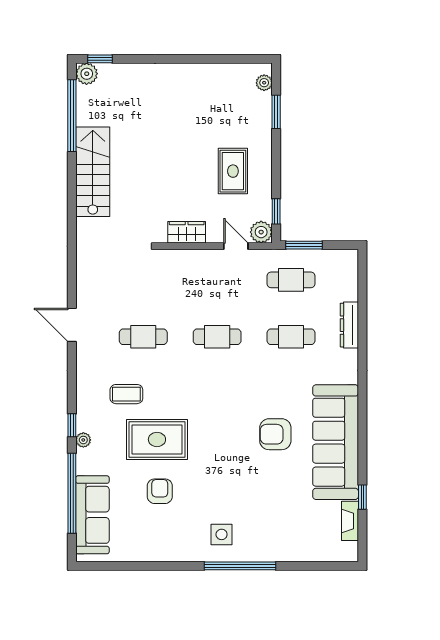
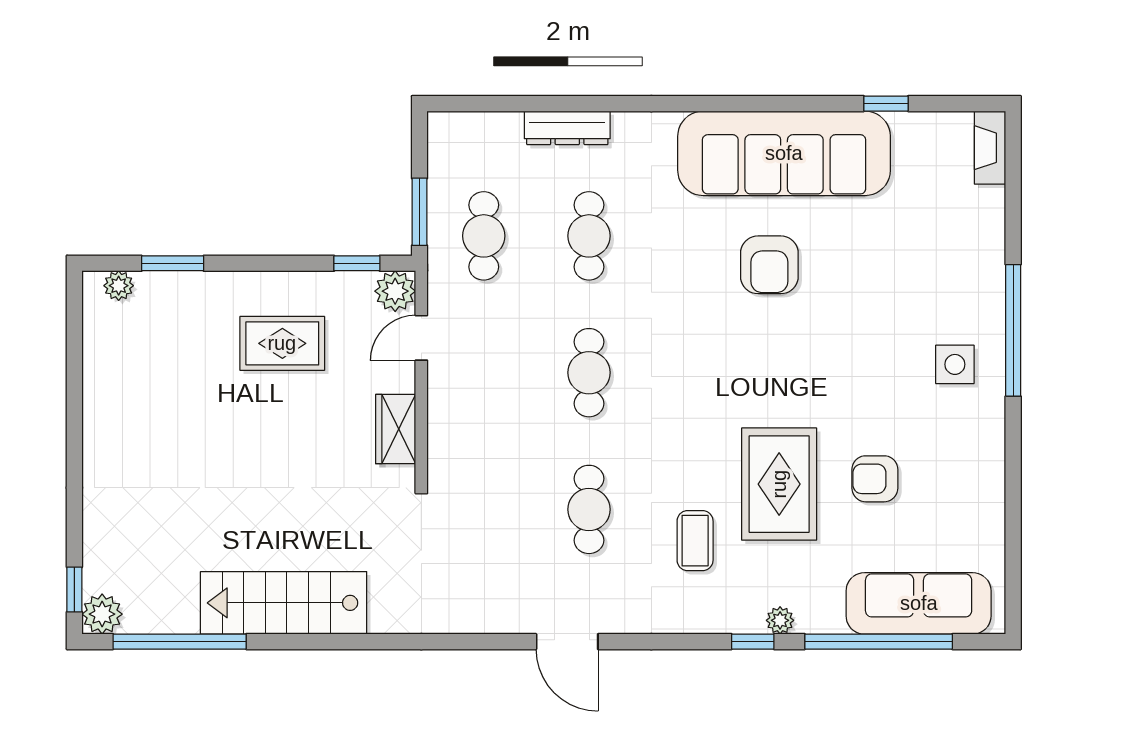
door: (72, 325) -> (567, 642), hinge flipped
fireplace: (350, 521) -> (990, 148), moved, turned 90

